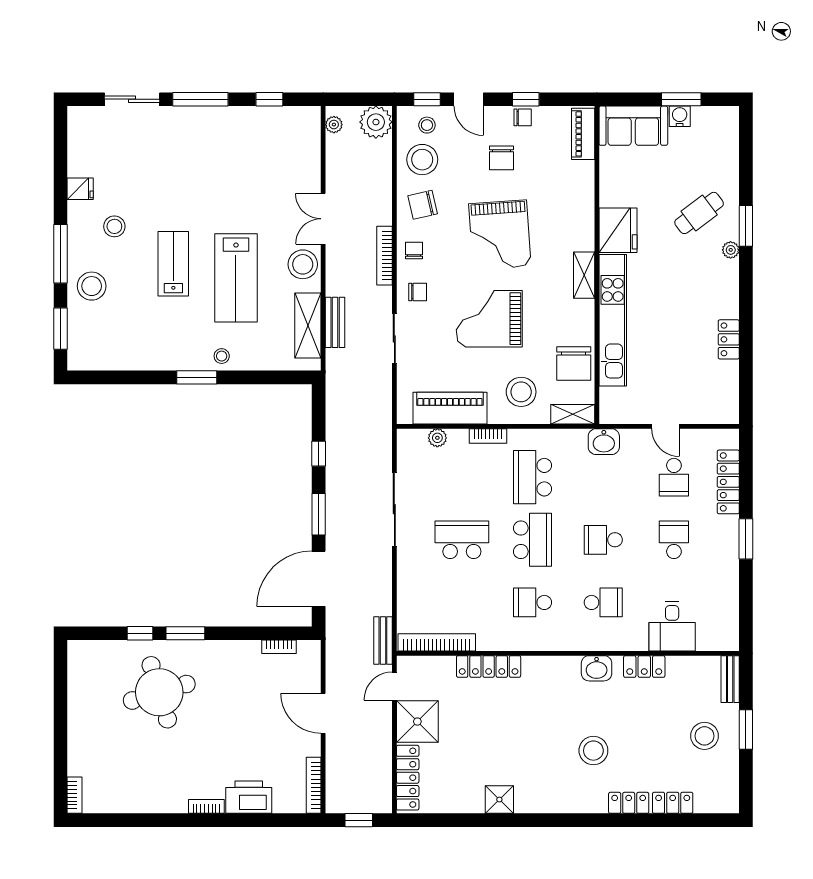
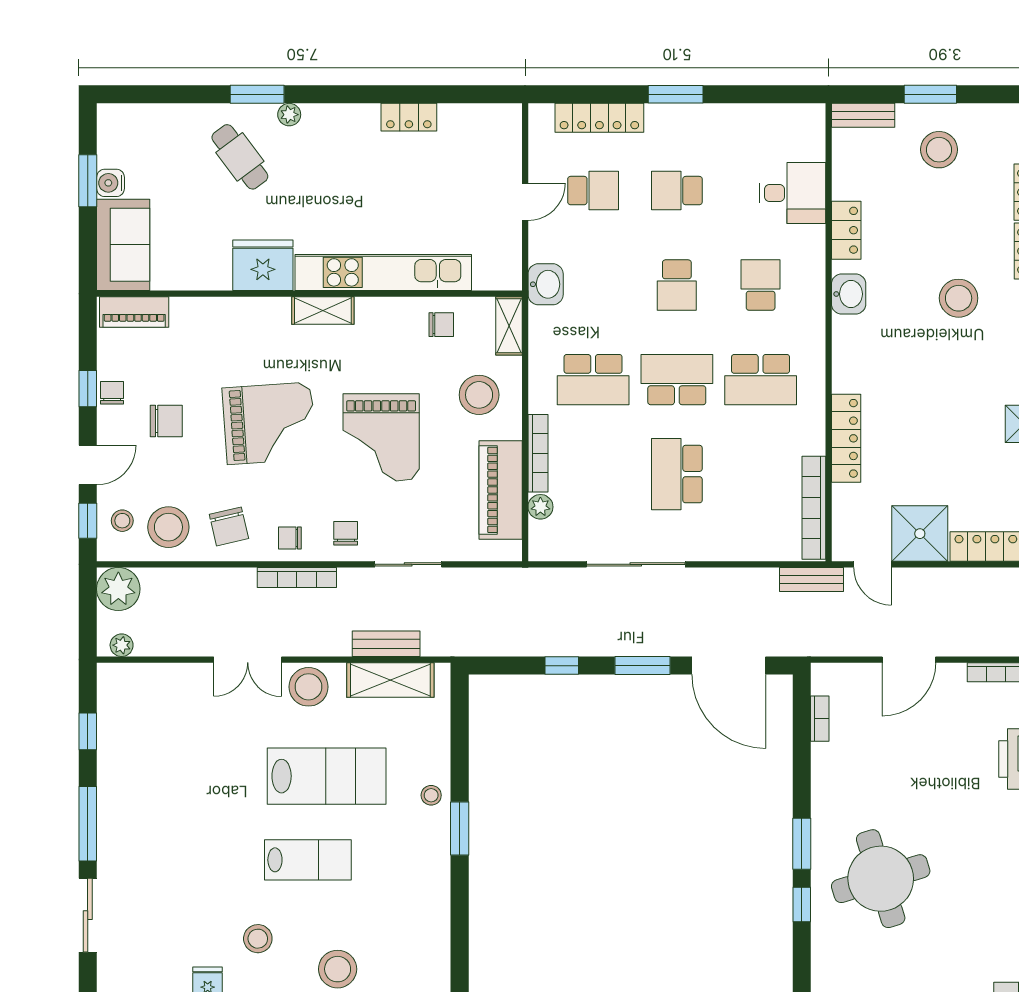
lab bench: (173, 264) -> (308, 860), turned 180
chair: (574, 364) -> (441, 325), width x0.54, depth x0.54
bookcase: (488, 436) -> (538, 453), width x1.56
school desk: (533, 602) -> (761, 380), width x1.85

